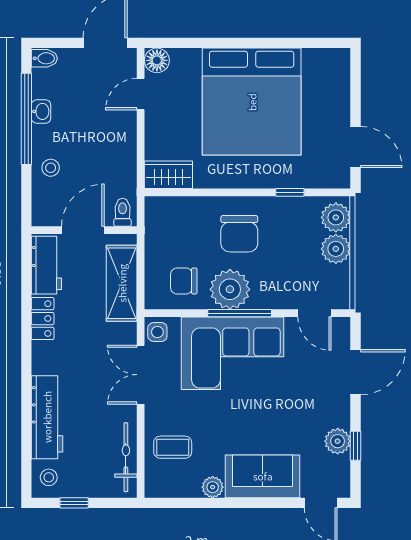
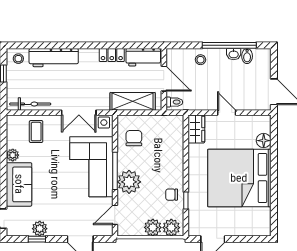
bidet: (44, 58) -> (247, 56), moved
floor lamp: (157, 60) -> (264, 141), moved
door: (141, 94) -> (227, 113), moved
chair: (239, 234) -> (172, 195), moved, width x0.54, depth x0.54
plant: (230, 289) -> (129, 182), moved
double door: (141, 375) -> (79, 113), swing flipped

